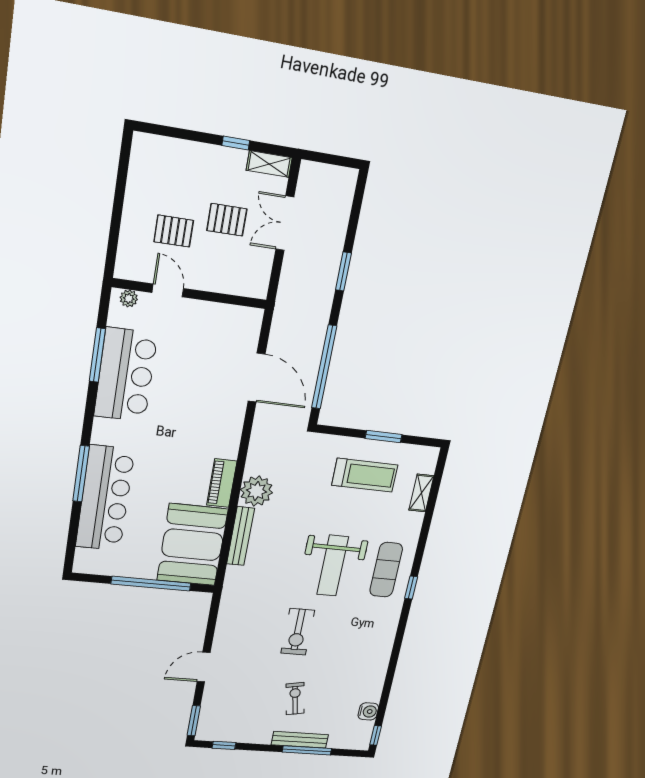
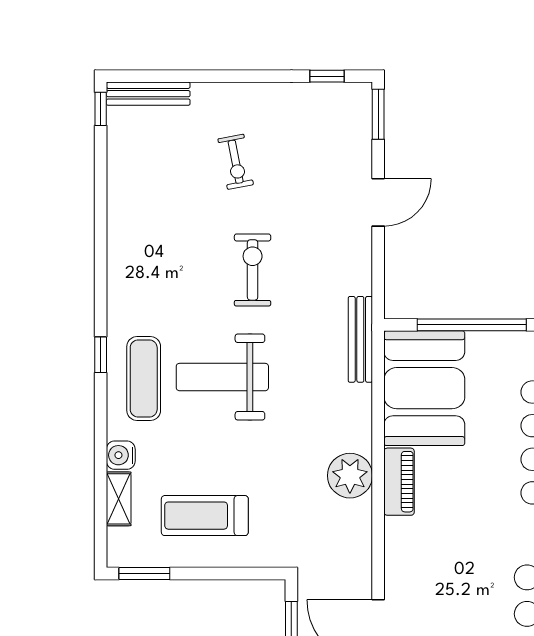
window: (384, 436) -> (144, 573), moved
bench: (241, 536) -> (360, 339), moved
weight bench: (333, 566) -> (222, 377), turned -90
water cooler: (368, 711) -> (121, 455), moved
bench: (300, 740) -> (148, 94), moved
window: (307, 750) -> (201, 76), removed

